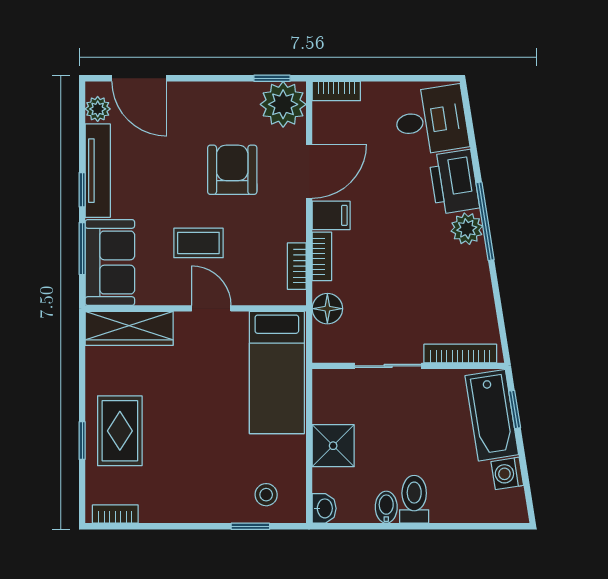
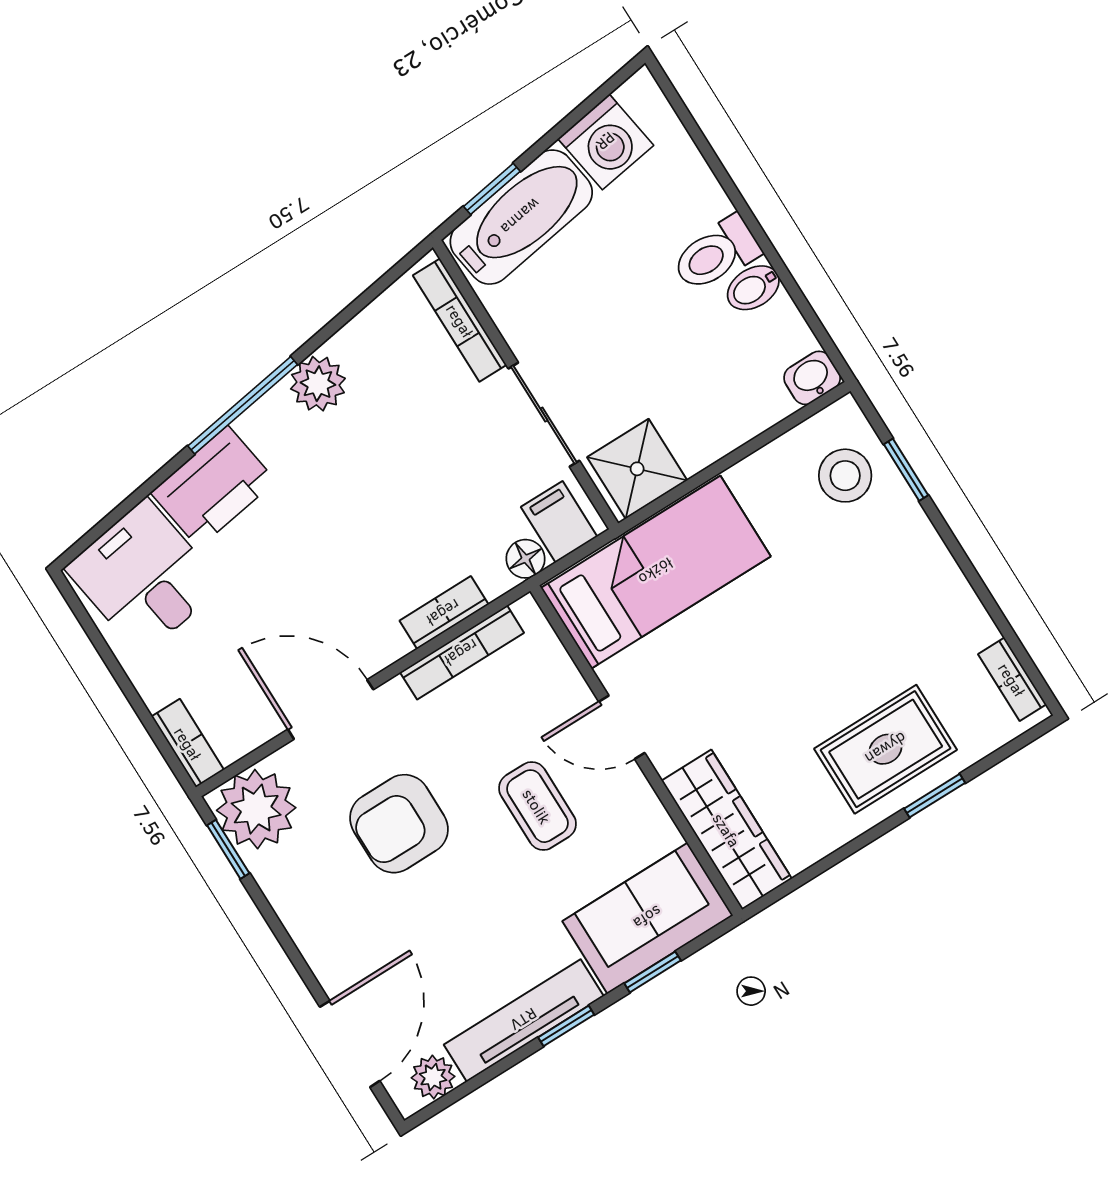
filing cabinet: (331, 215) -> (559, 522), moved
plant: (467, 229) -> (318, 384), moved
window: (82, 249) -> (653, 972), width x0.67
bookcase: (297, 266) -> (462, 653), width x1.56
door: (211, 308) -> (622, 727), hinge flipped
floor lamp: (327, 309) -> (526, 559), width x0.73, depth x0.73
shower: (333, 446) -> (637, 469), moved
washing machine: (507, 473) -> (606, 142), width x1.38, depth x1.38
stool: (266, 495) -> (845, 476), width x1.37, depth x1.37

